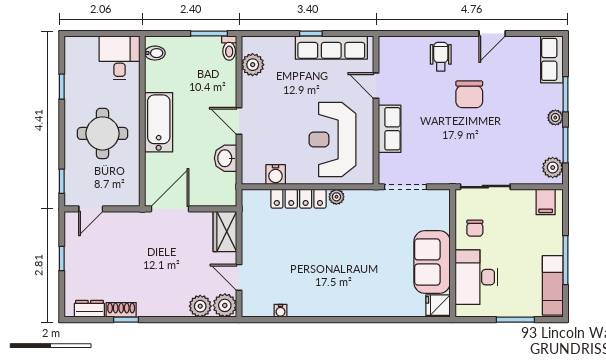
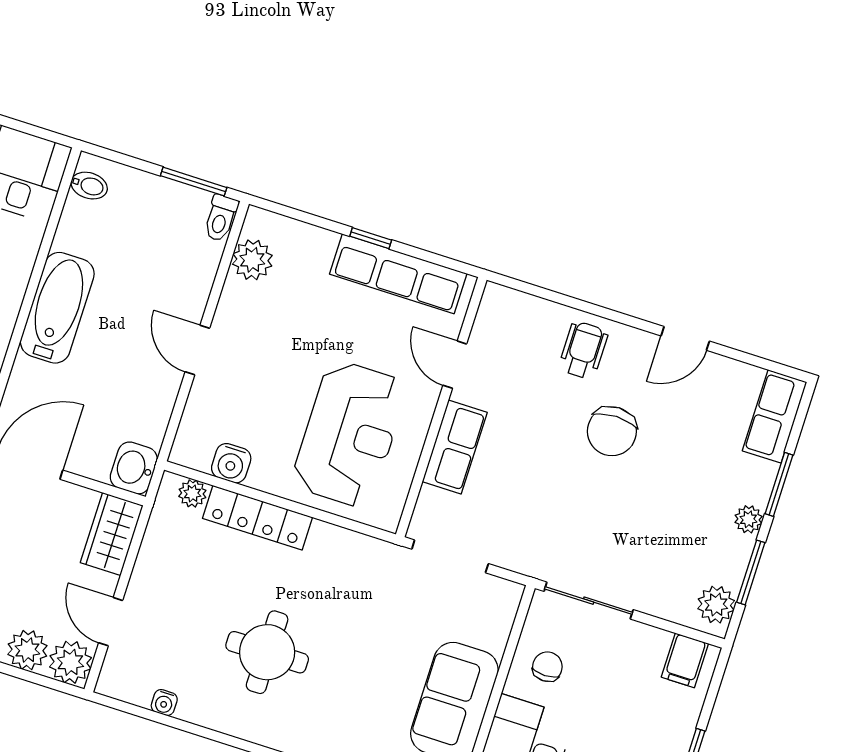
reception desk: (333, 139) -> (349, 434), turned 180
washbasin: (225, 158) -> (134, 468), moved
plant: (336, 197) -> (192, 493), moved
chair: (475, 228) -> (547, 667), turned 180
round table: (326, 267) -> (267, 652), added

